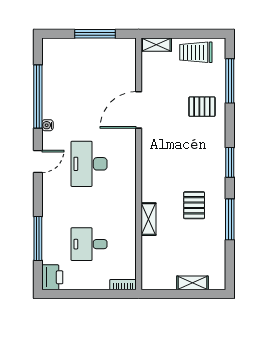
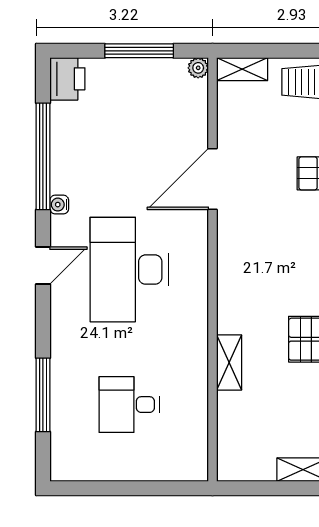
plant: (130, 44) -> (198, 68), added
desk: (89, 164) -> (129, 270), width x1.36, depth x1.30
printer: (52, 277) -> (67, 79), moved
bookcase: (123, 285) -> (186, 473), removed

